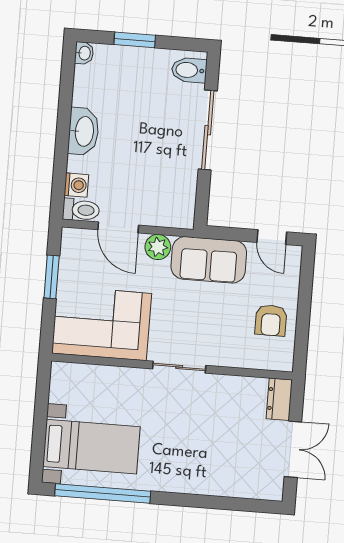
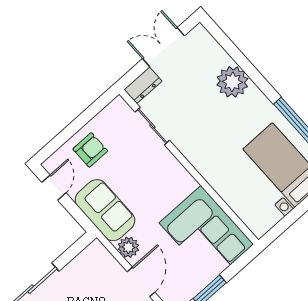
armchair: (271, 320) -> (90, 150), moved
sliding door: (179, 367) -> (152, 126), moved
plant: (205, 476) -> (232, 82), added

